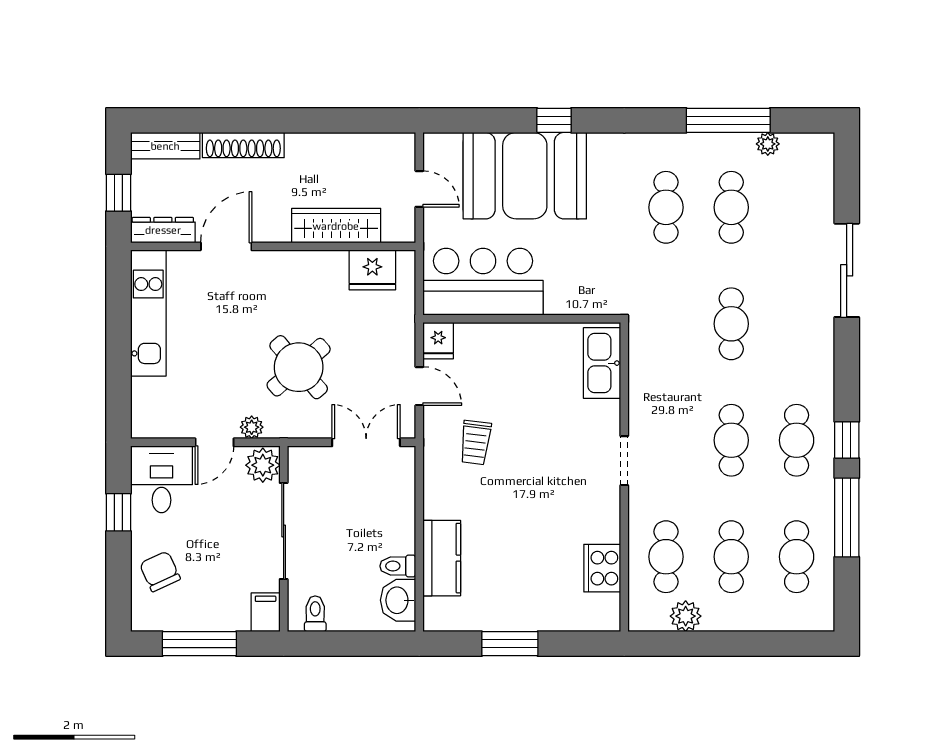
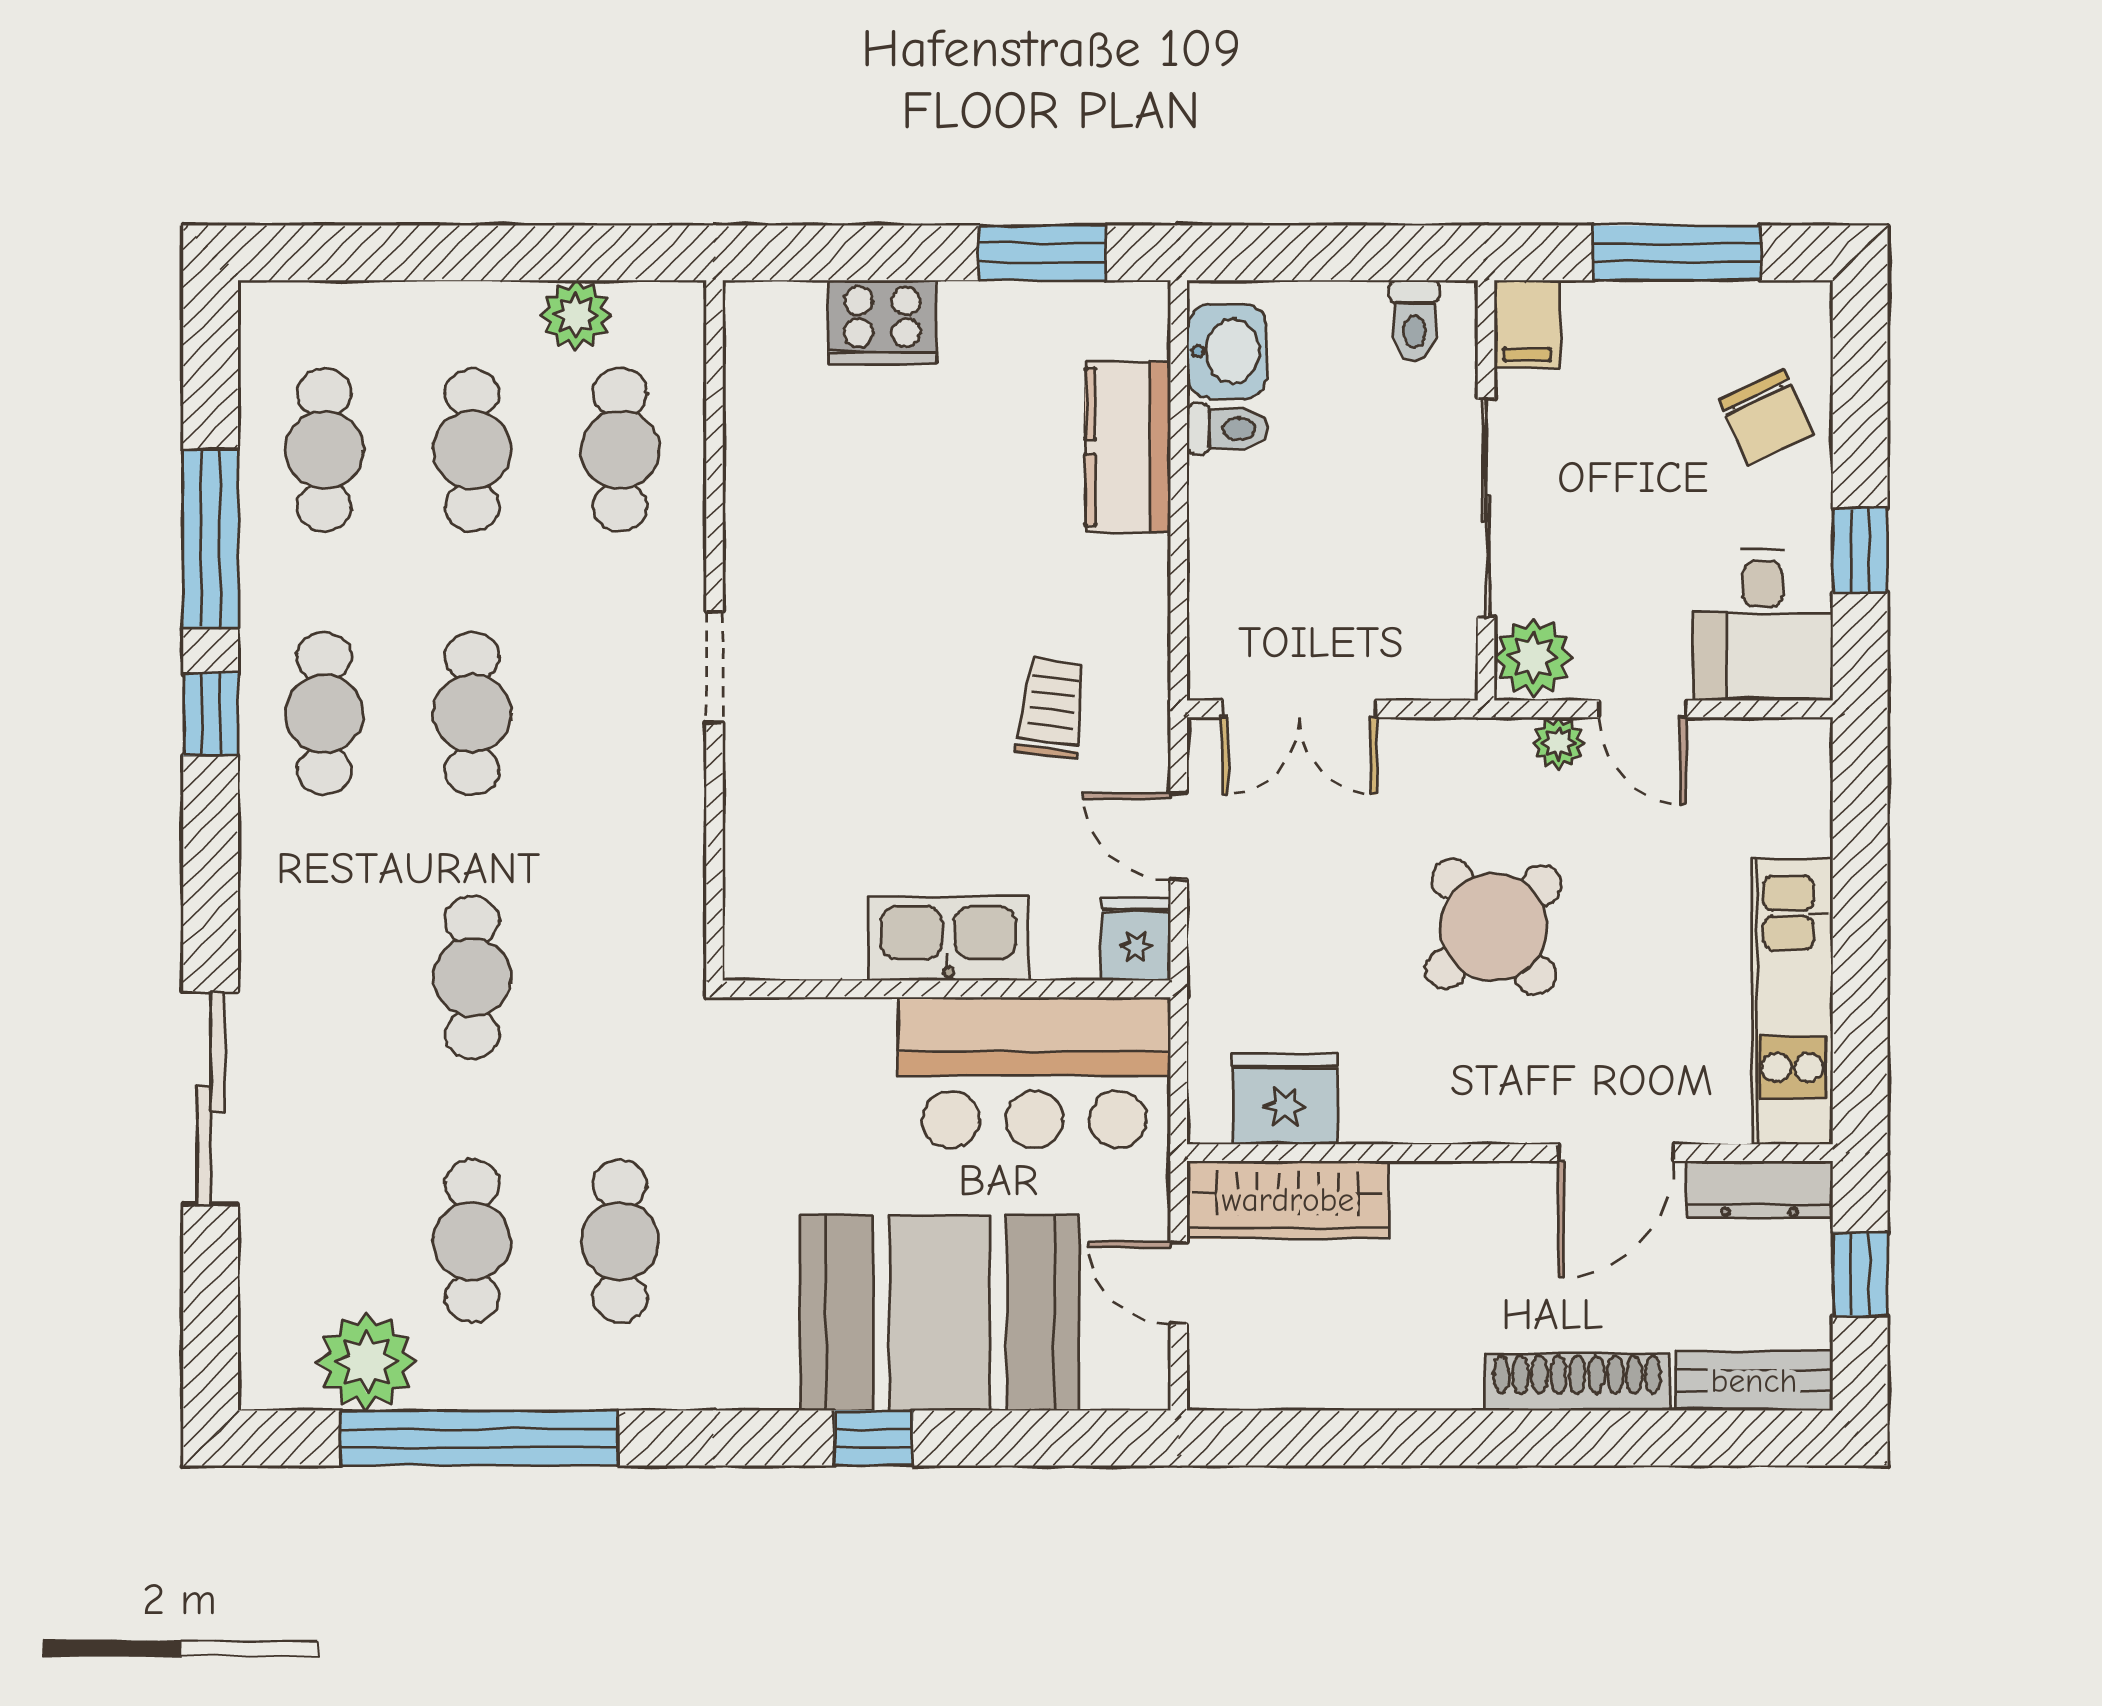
window: (728, 120) -> (479, 1438), width x1.46
plant: (768, 144) -> (367, 1362), width x1.87, depth x1.87
wardrobe: (336, 226) -> (1288, 1200), moved
kitchen sink: (602, 363) -> (948, 938), moved, turned -90
round table: (299, 367) -> (1494, 927), moved
door: (214, 442) -> (1643, 709), swing flipped
cooker: (602, 568) -> (882, 322), moved, turned 90
window: (510, 644) -> (1042, 253), moved

